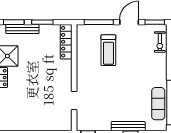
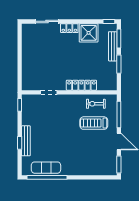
locker: (66, 42) -> (81, 85), moved
exercise bike: (160, 42) -> (96, 104), moved

